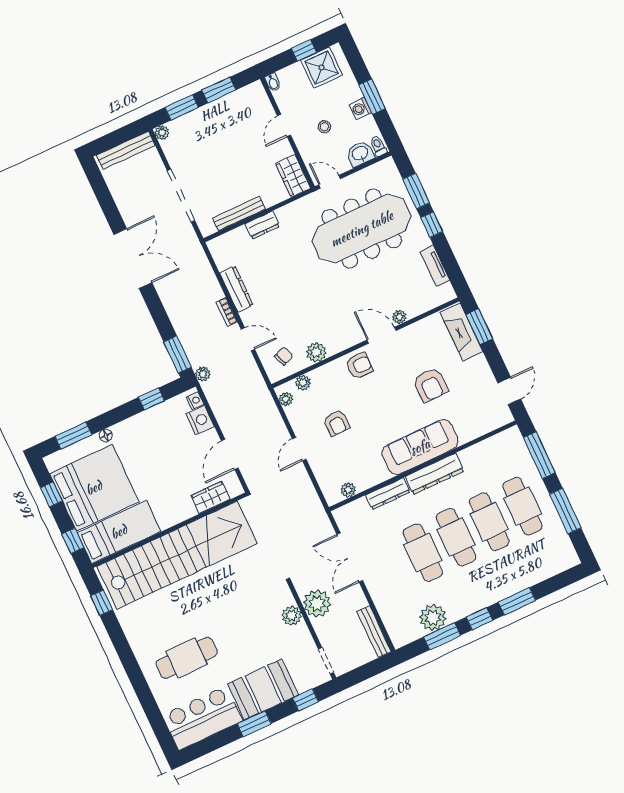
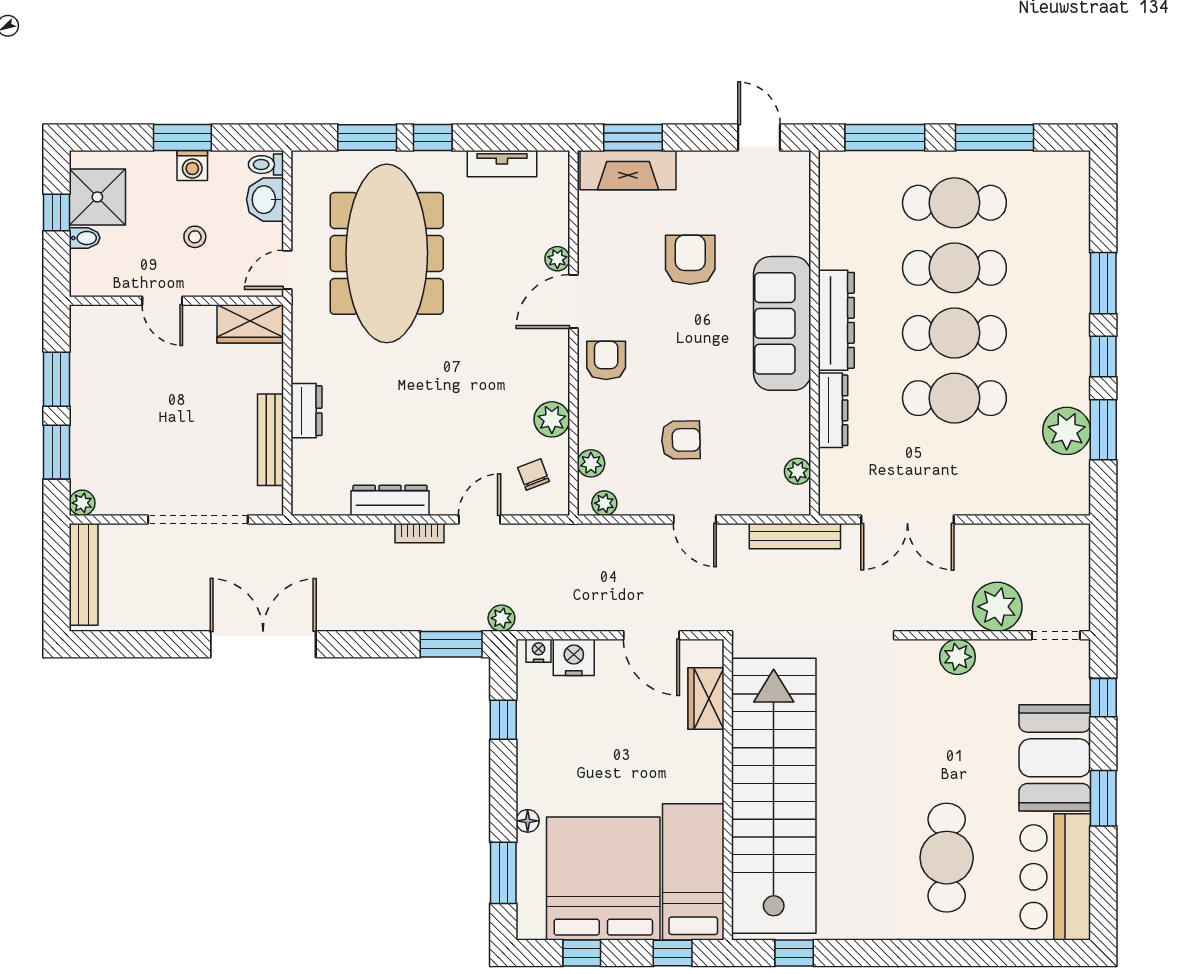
bidet: (273, 82) -> (85, 238), moved
armchair: (431, 385) -> (690, 260), turned -90
plant: (317, 604) -> (997, 607), moved
bench: (374, 632) -> (795, 536), moved

